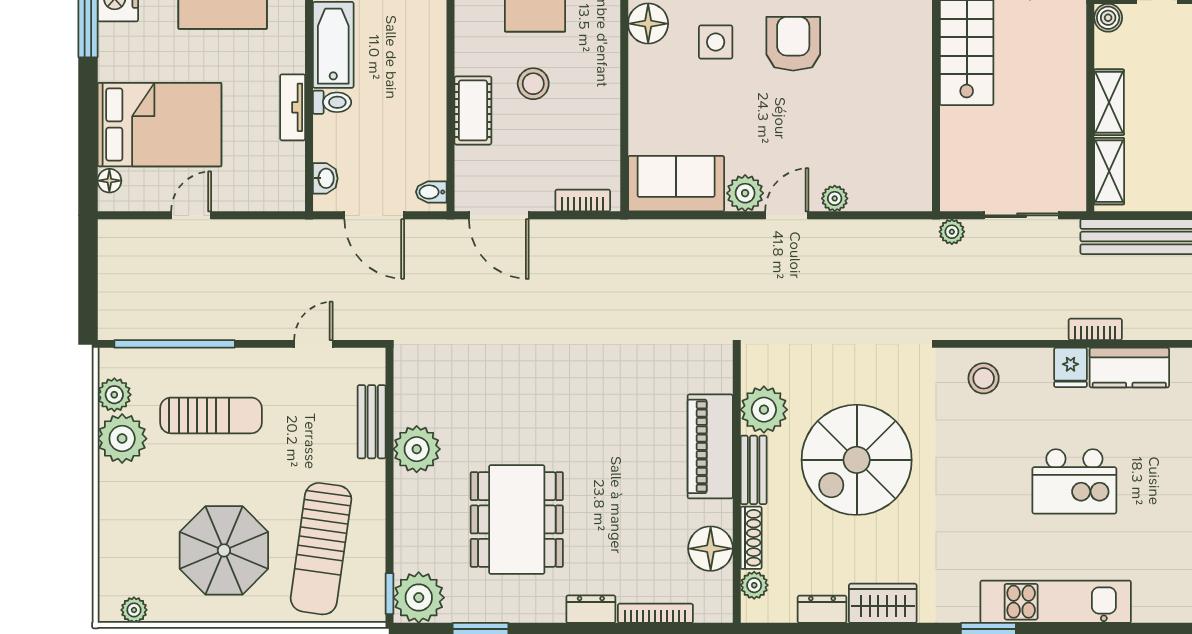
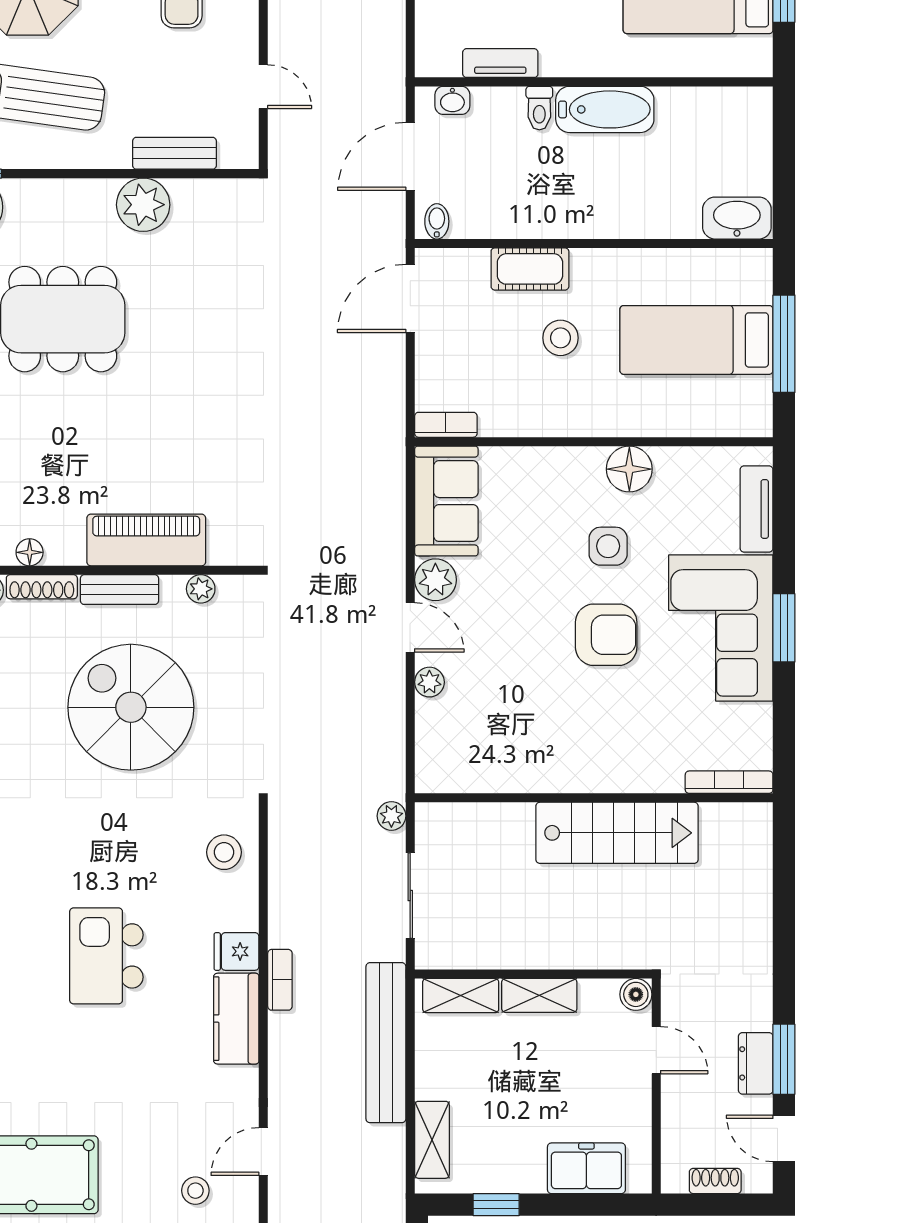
tv unit: (293, 107) -> (500, 63), moved
bookcase: (583, 201) -> (446, 425), moved, turned -90
plant: (764, 410) -> (201, 589), width x0.53, depth x0.53
floor lamp: (711, 549) -> (30, 552), width x0.53, depth x0.53

